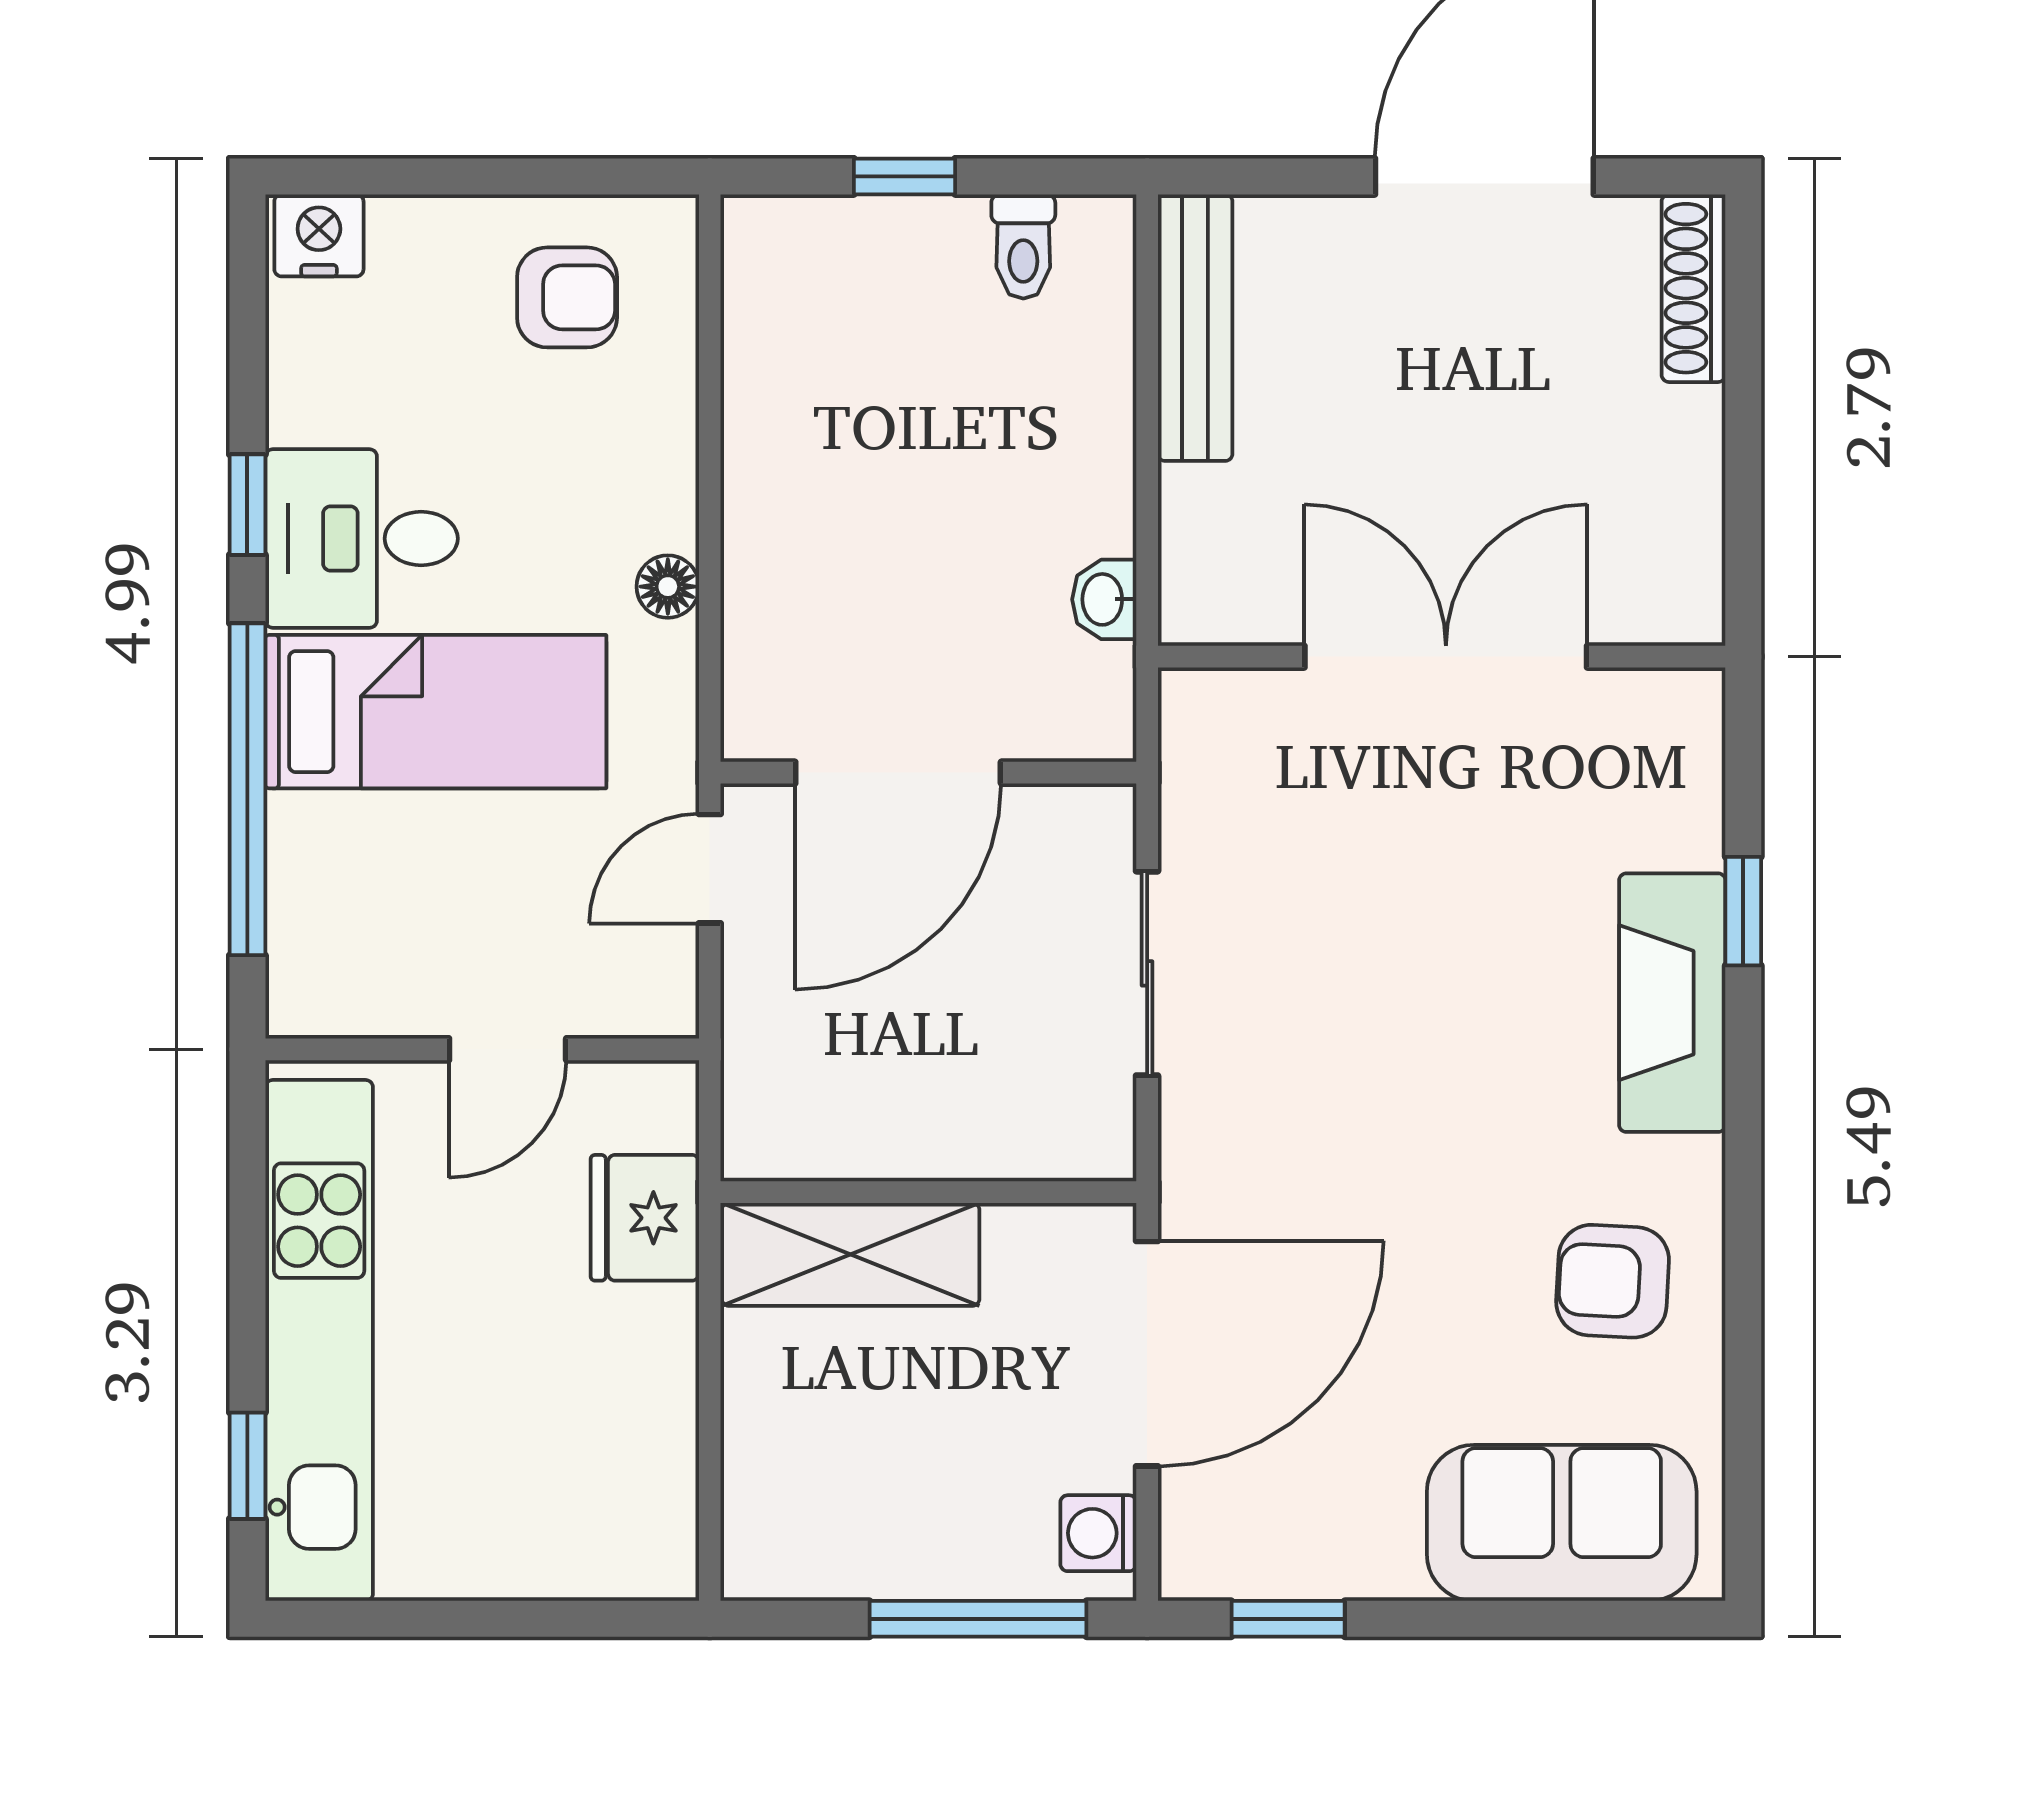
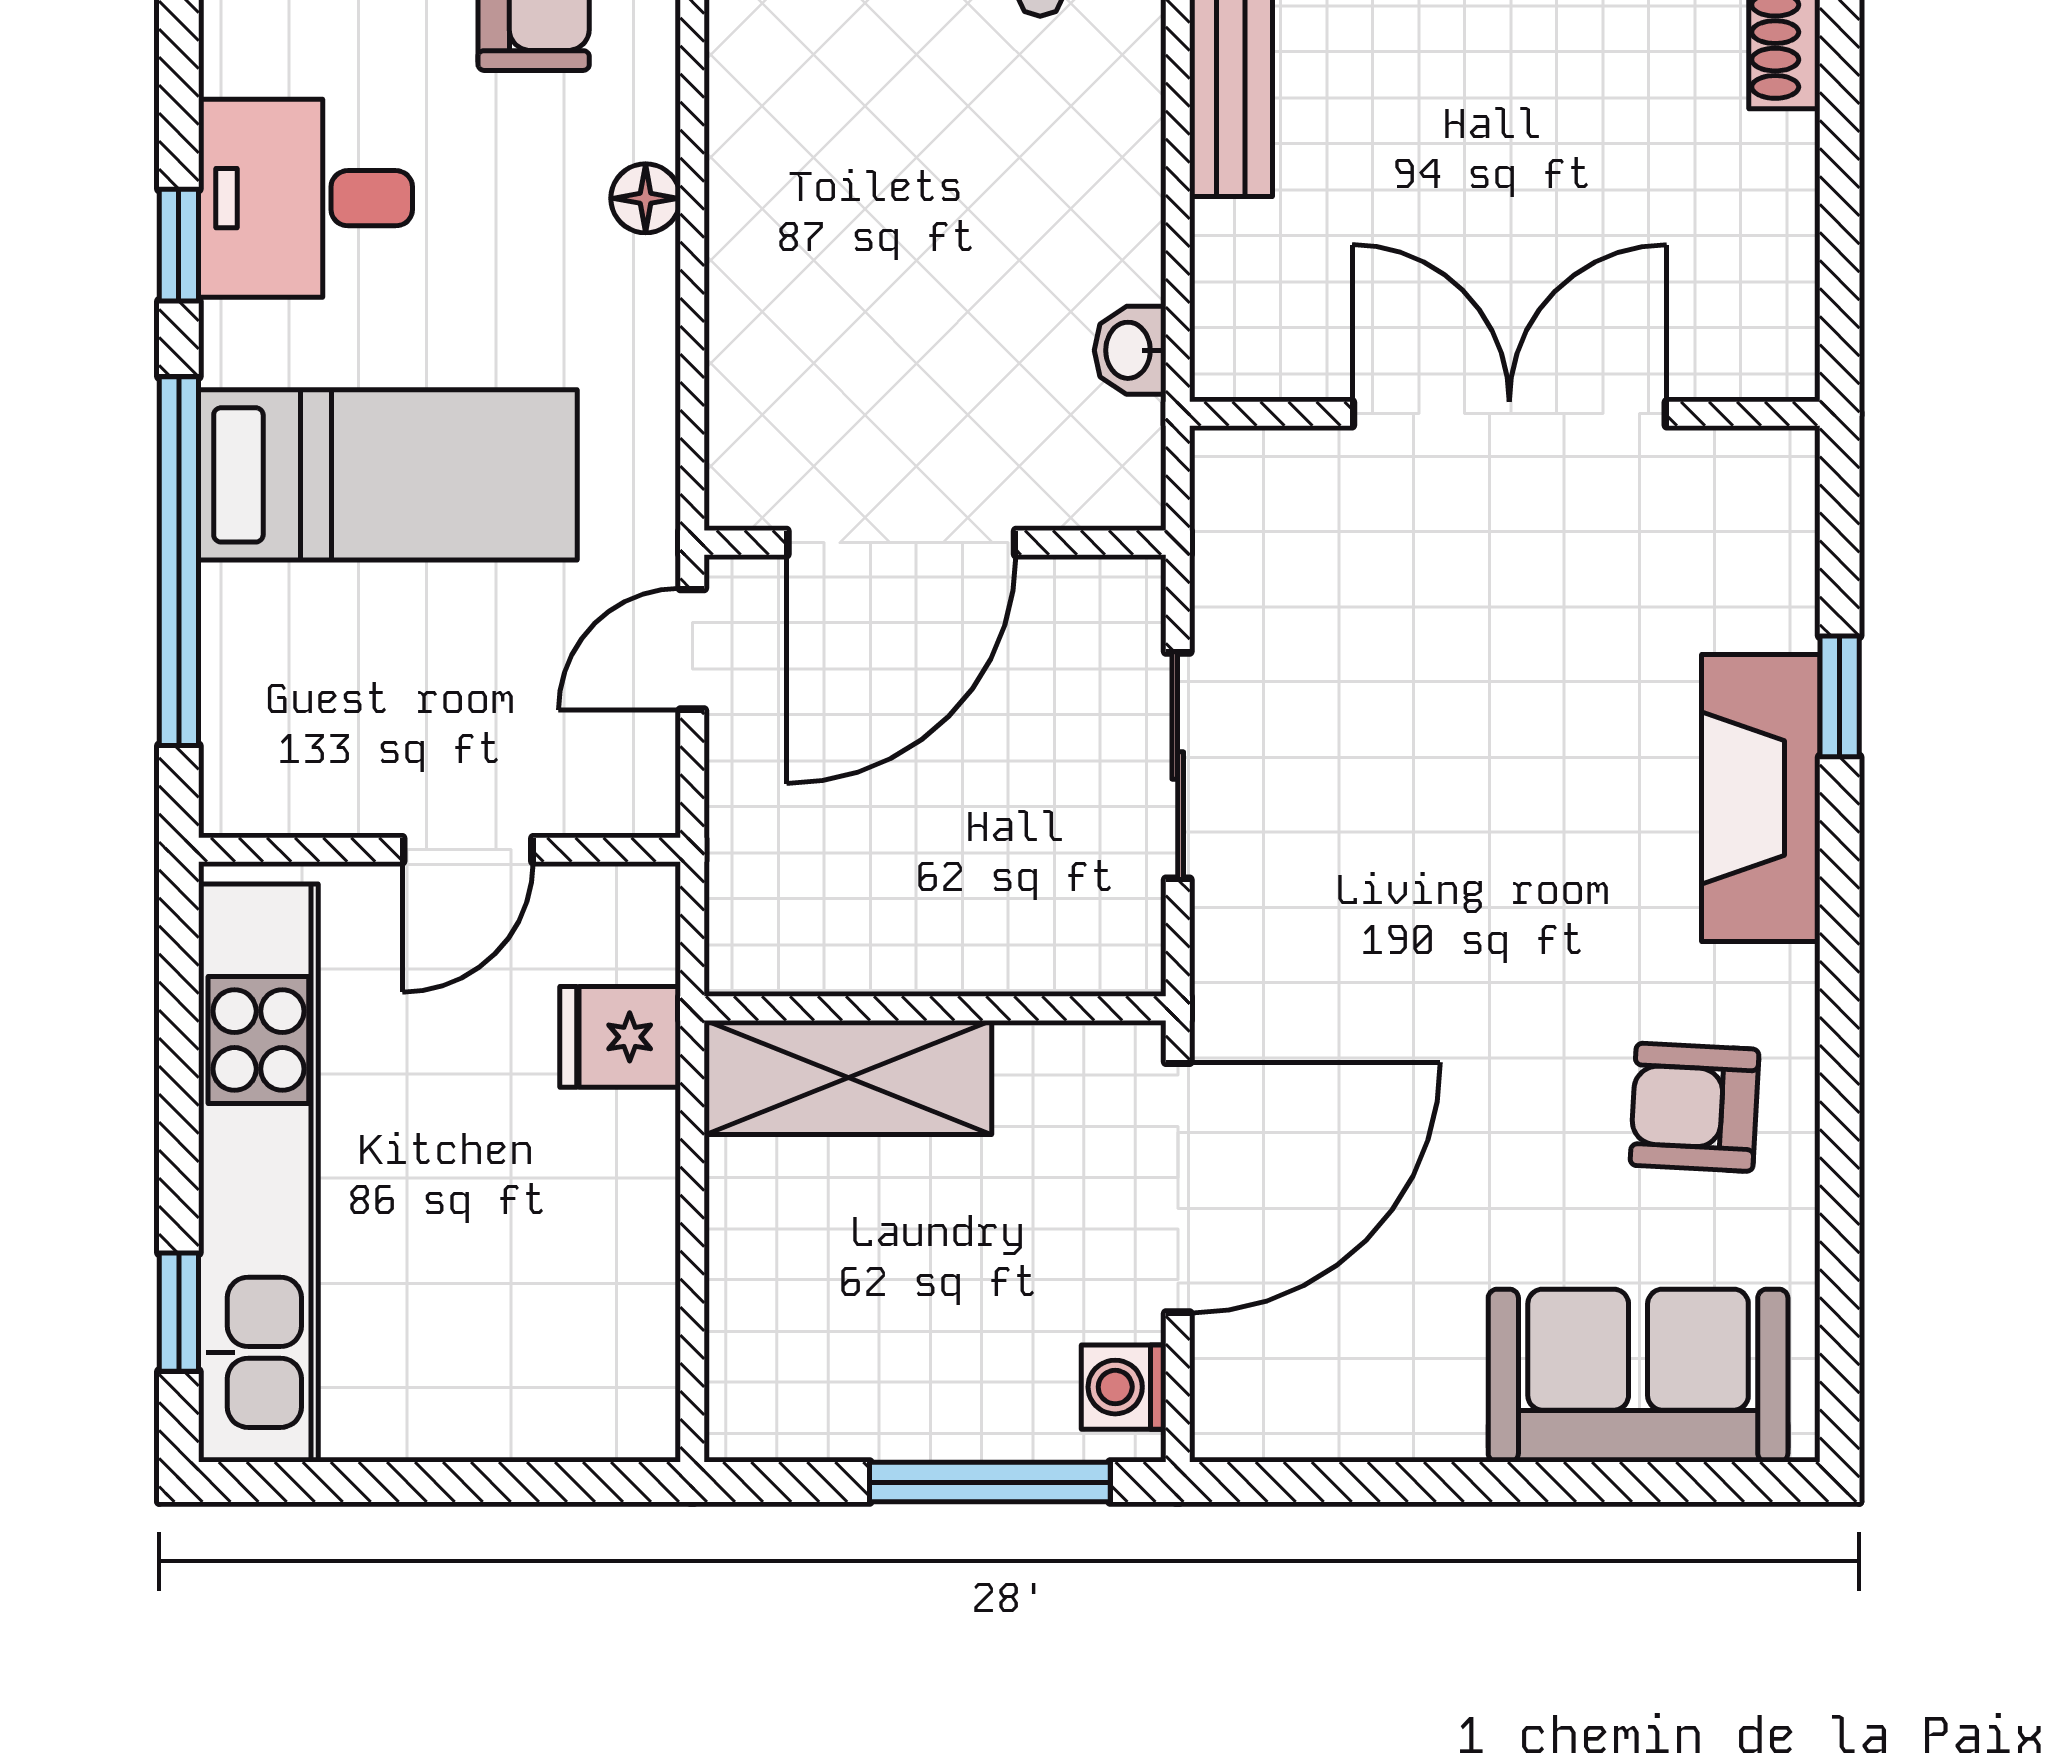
desk: (362, 539) -> (306, 198), moved
floor lamp: (668, 587) -> (646, 198), moved
fridge: (645, 1218) -> (620, 1037), width x0.72
window: (1288, 1619) -> (1334, 1482), removed

